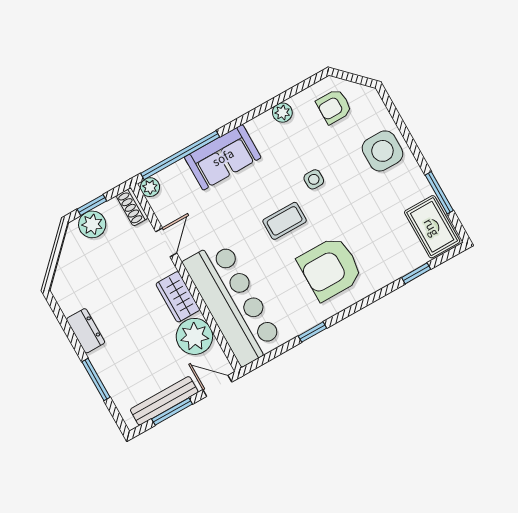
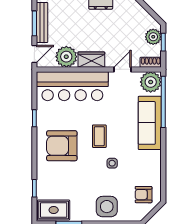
armchair: (334, 107) -> (144, 195), turned -90
plant: (282, 113) -> (155, 166), removed
sofa: (223, 157) -> (150, 123), width x1.36
plant: (150, 187) -> (151, 82), width x1.88, depth x1.88
door: (166, 242) -> (123, 69), swing flipped
armchair: (330, 268) -> (62, 146), turned -90

